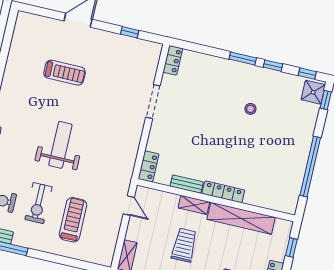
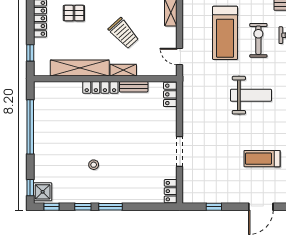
weight bench: (60, 145) -> (251, 95), turned -90
treadmill: (73, 220) -> (225, 33), width x1.37, depth x1.38
trolley: (184, 245) -> (124, 33), turned -42

